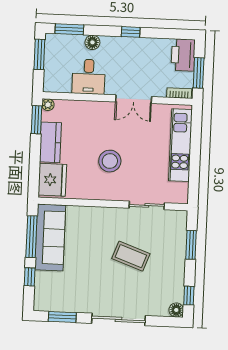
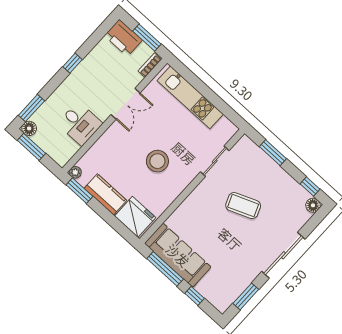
floor lamp: (92, 42) -> (29, 128), moved
coffee table: (131, 256) -> (243, 206), turned 48

